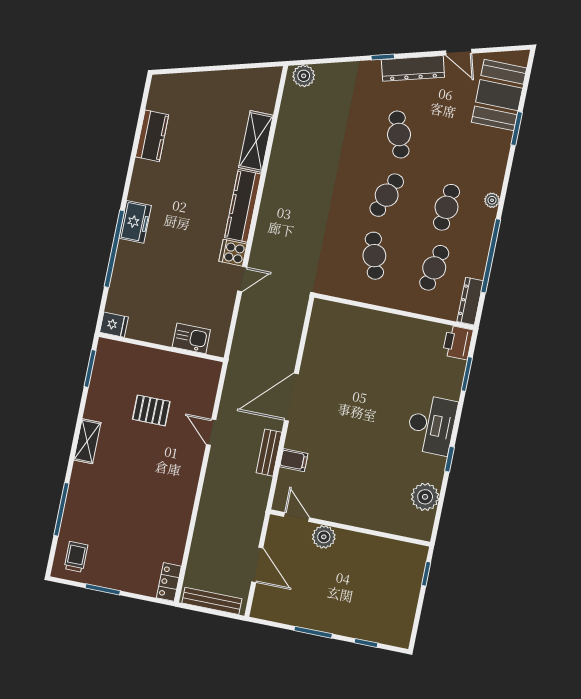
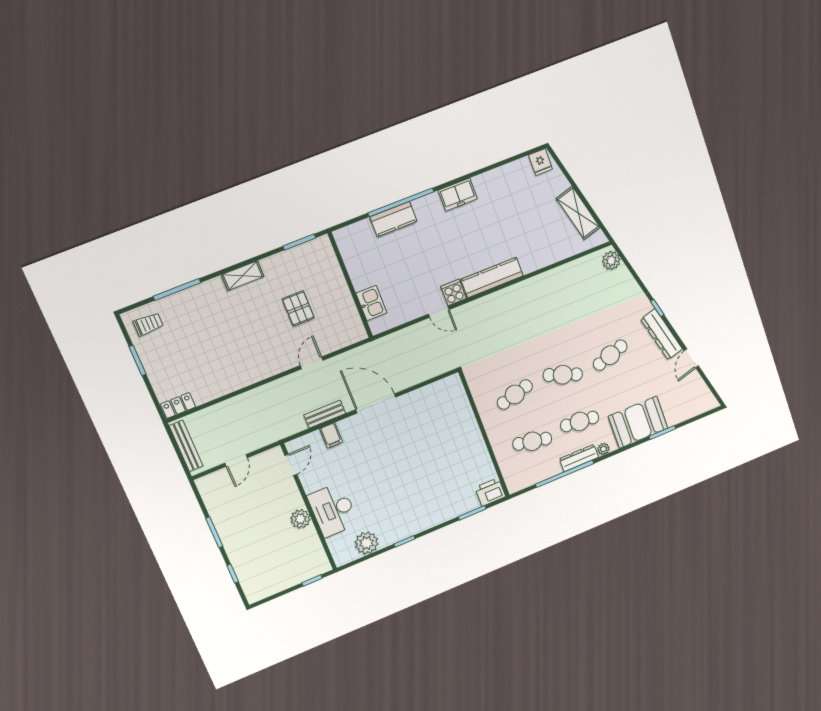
booth: (499, 95) -> (638, 422), moved
kitchen counter: (152, 136) -> (393, 219), moved
shelving: (256, 141) -> (578, 213), moved, turned 75
freezer: (135, 222) -> (458, 195), moved
dresser: (470, 301) -> (579, 458), moved
fridge: (114, 325) -> (540, 162), moved
desk: (431, 425) -> (333, 510), moved, turned 90
plant: (324, 537) -> (300, 519), moved
door: (257, 565) -> (236, 460), width x0.73

